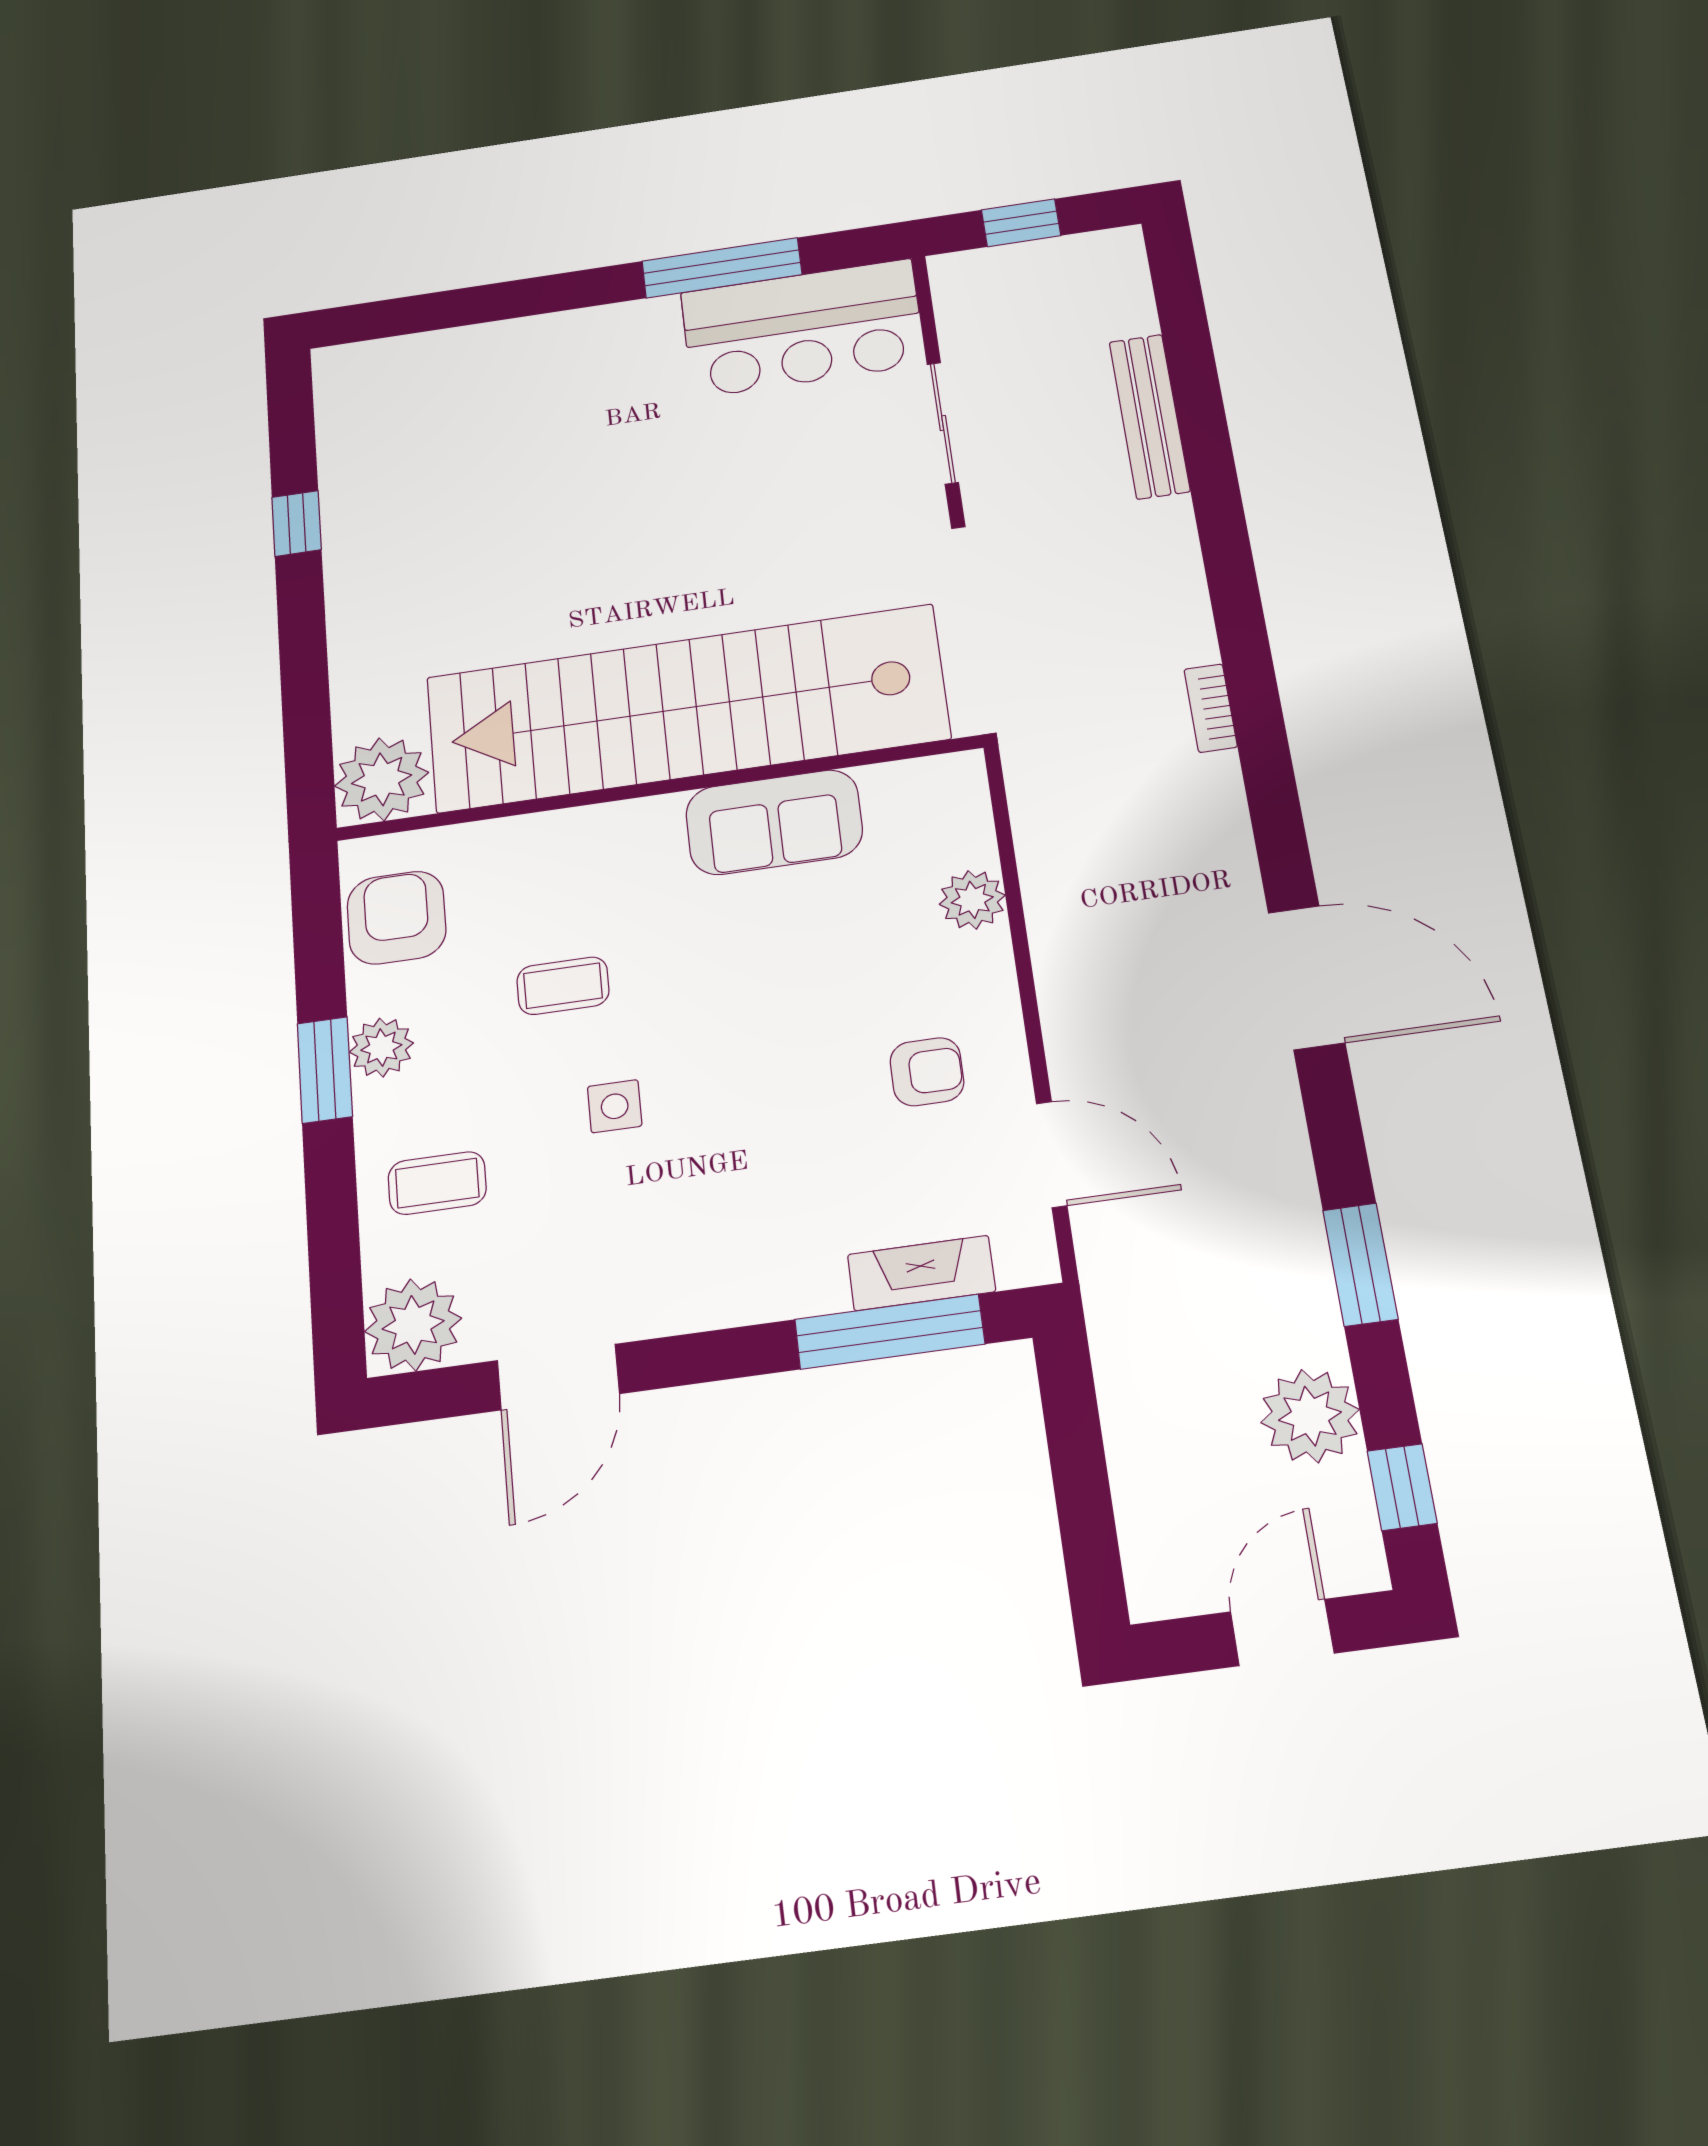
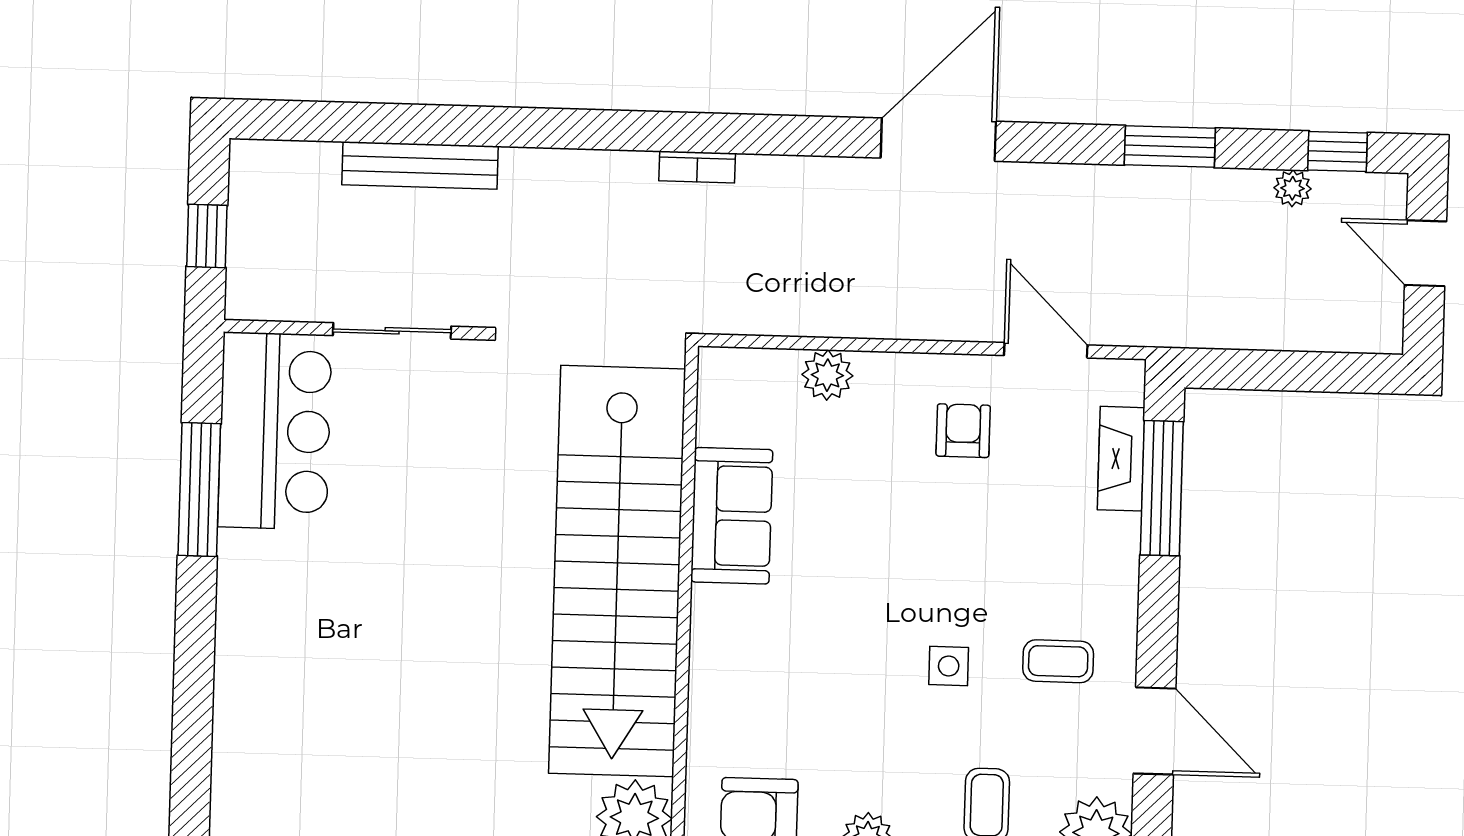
coffee table: (563, 986) -> (1058, 661), moved, turned 90
door: (1052, 1154) -> (1046, 350), hinge flipped
plant: (1310, 1416) -> (1293, 188), width x0.53, depth x0.53

